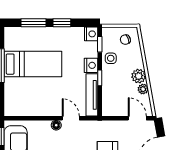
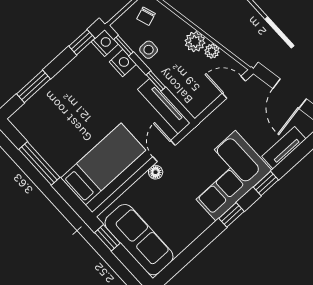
window: (62, 23) -> (82, 42), moved
bed: (33, 64) -> (103, 164), moved
nightstand: (91, 65) -> (123, 63), moved
door: (71, 118) -> (164, 151), hinge flipped

